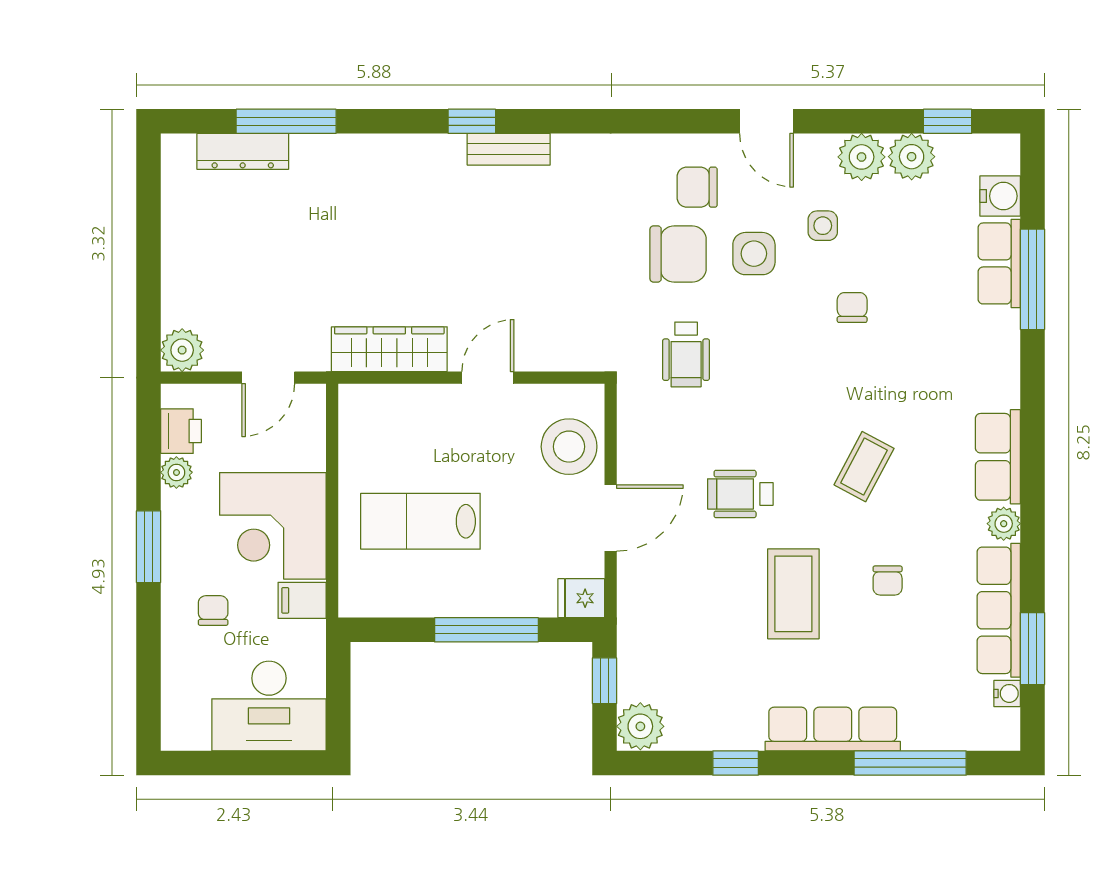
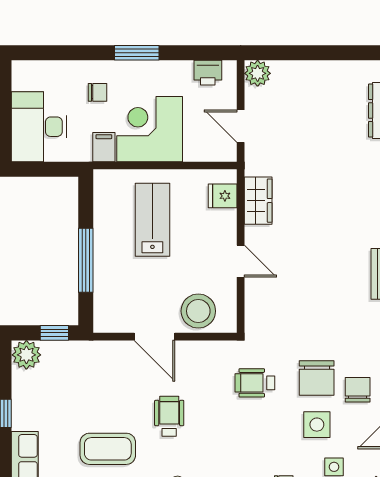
wardrobe: (389, 349) -> (258, 201), width x0.67
plant: (176, 472) -> (182, 70), removed
fridge: (581, 598) -> (223, 196), moved, turned -90

